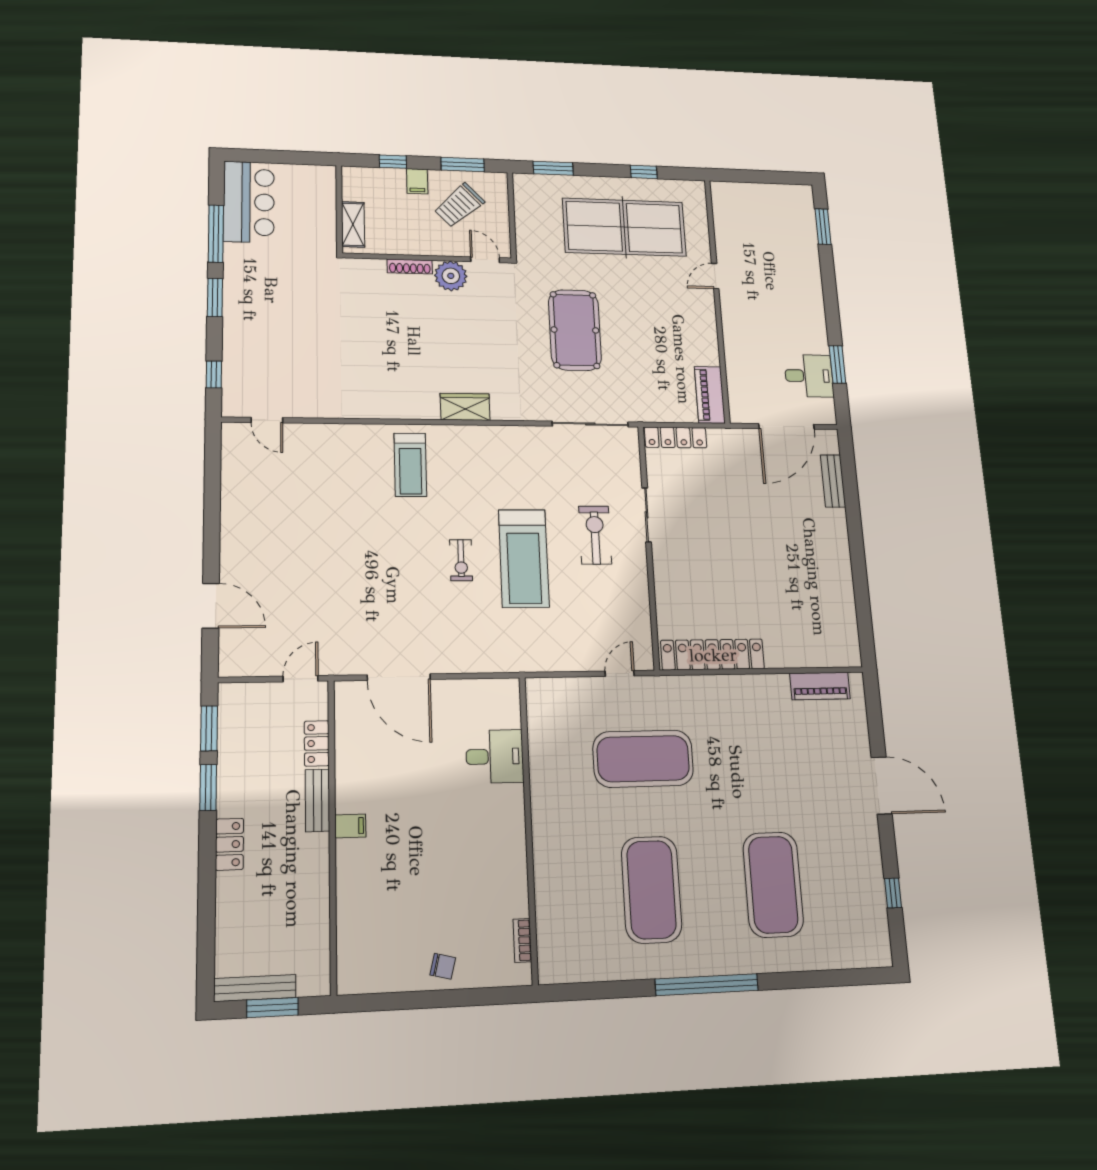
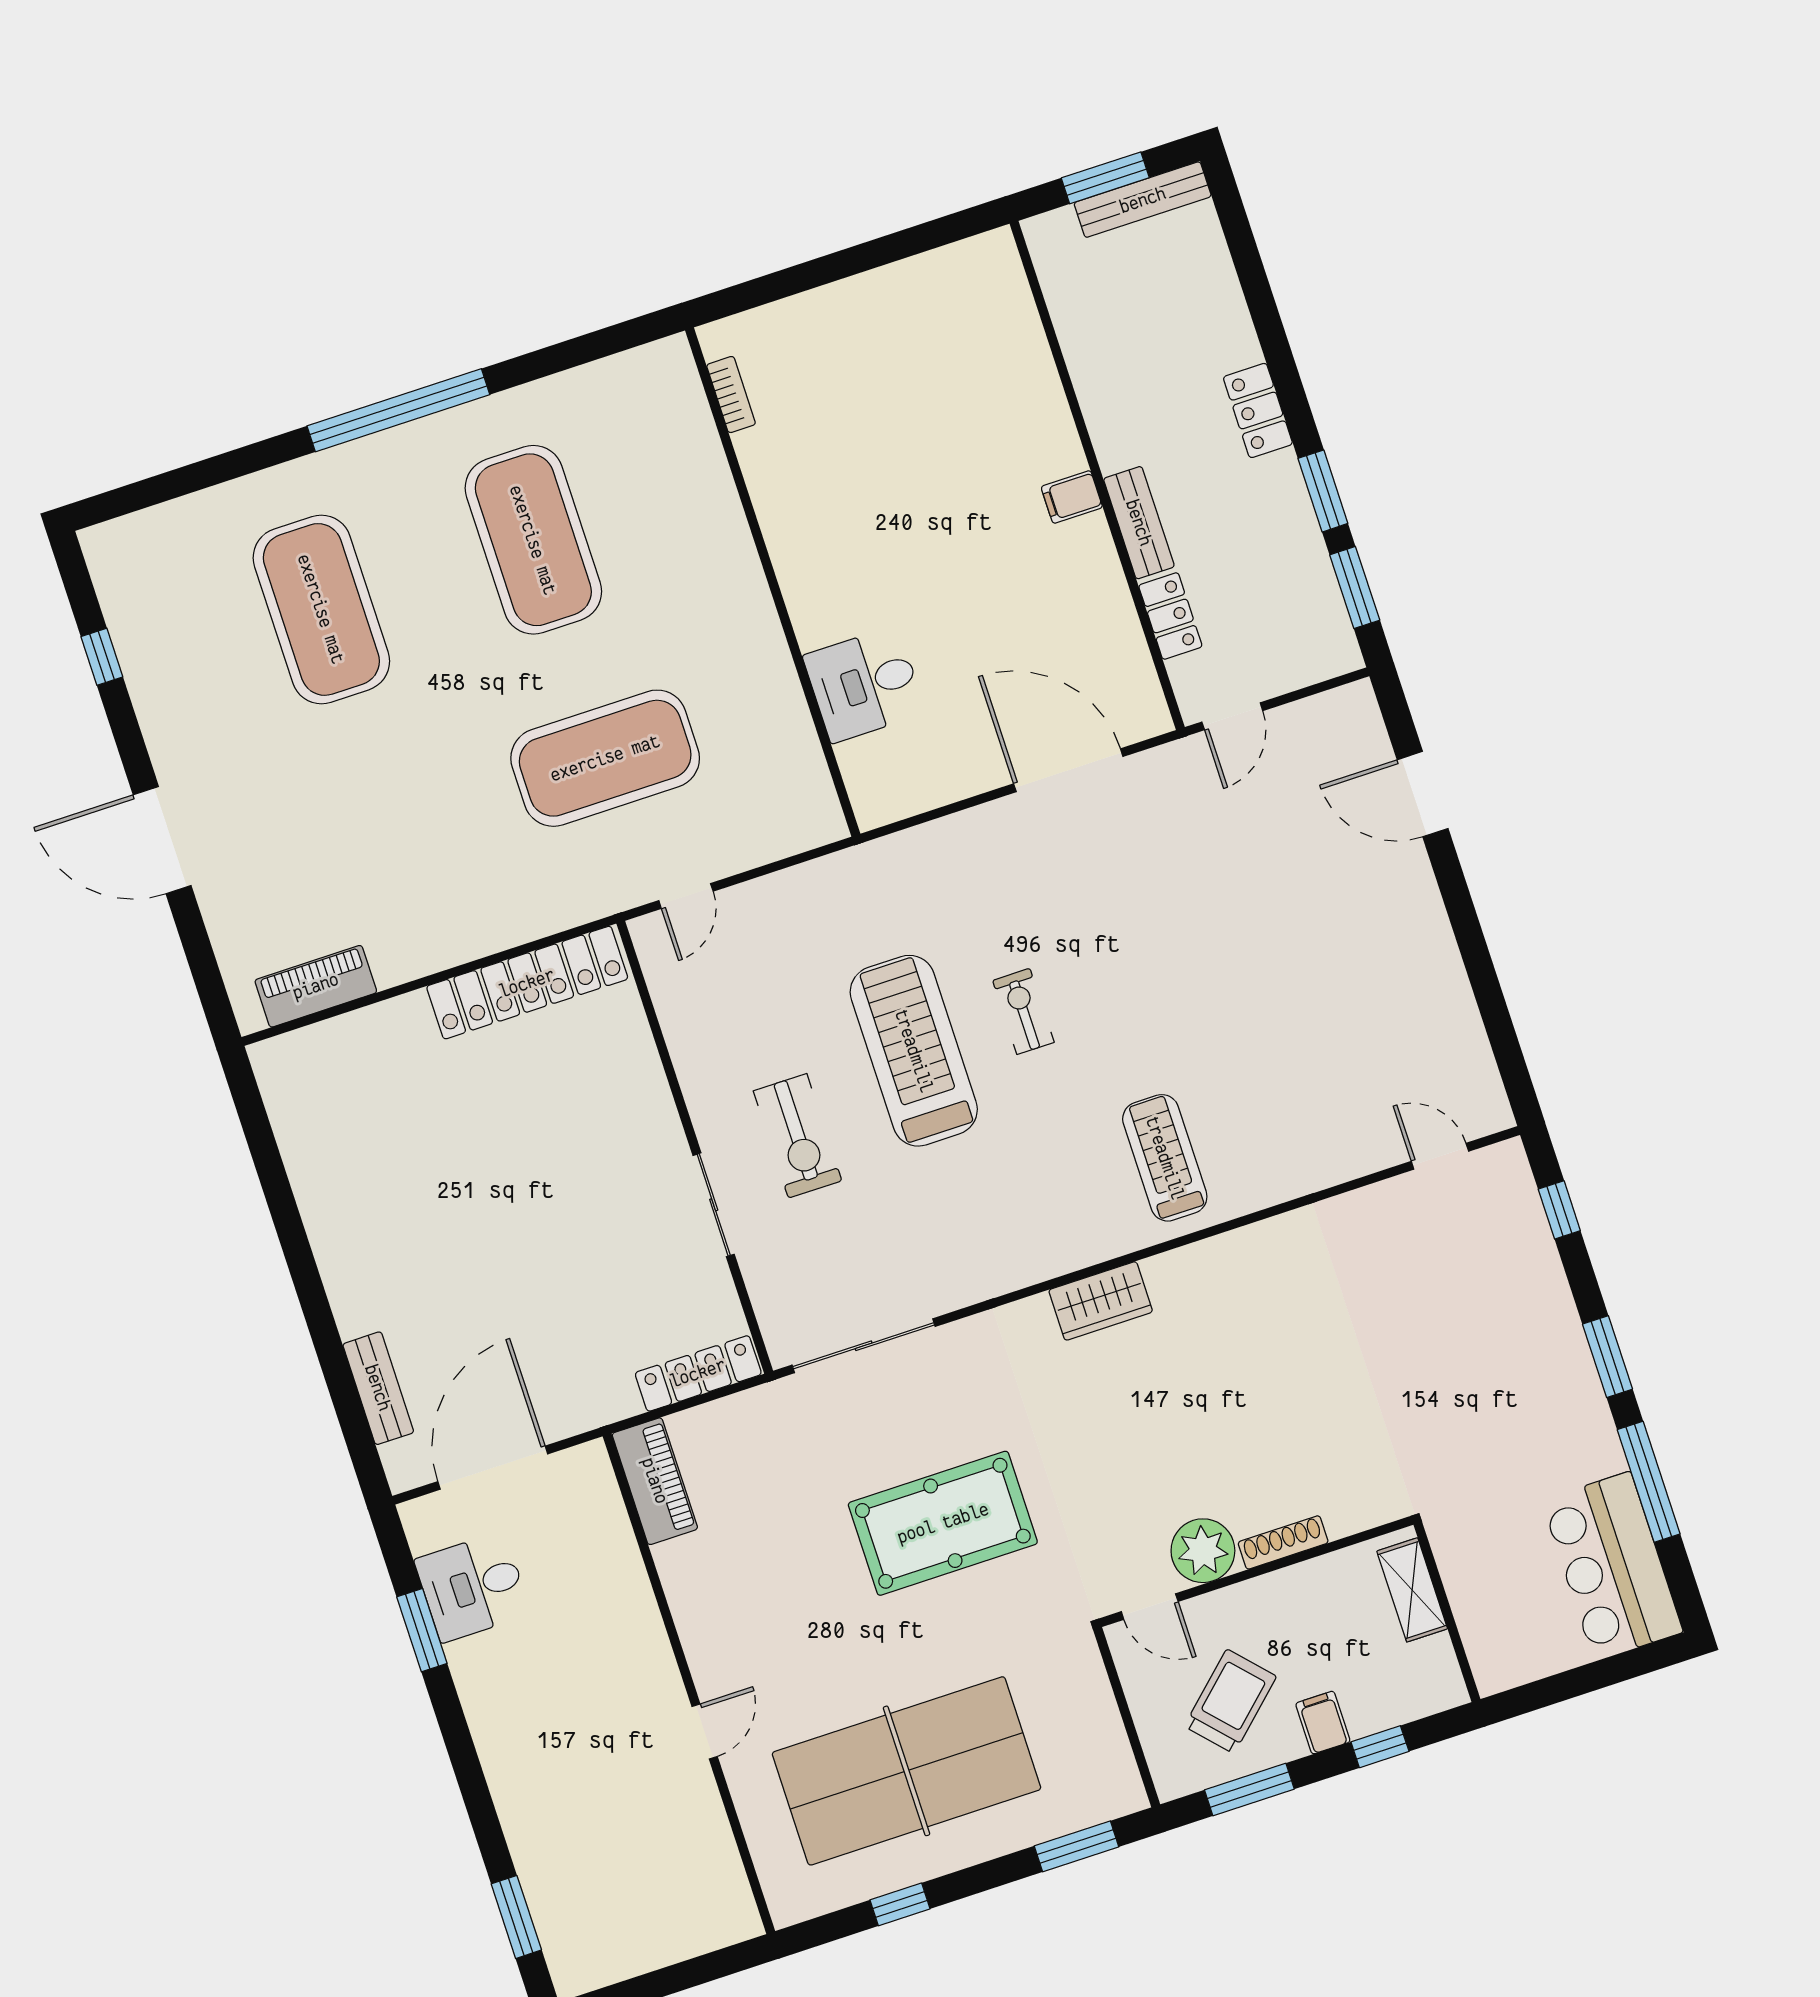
pool table: (575, 330) -> (943, 1523), turned 90
chair: (443, 966) -> (851, 317), removed

